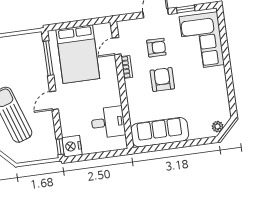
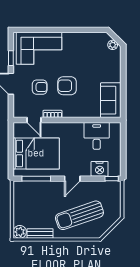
armchair: (156, 48) -> (40, 87), turned 90
door: (54, 100) -> (72, 179), hinge flipped
sofa: (160, 132) -> (111, 100), width x0.73
nightstand: (72, 146) -> (100, 169), moved

